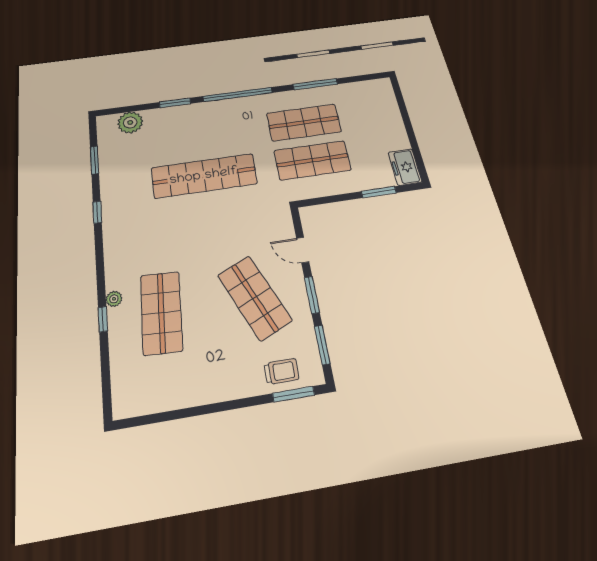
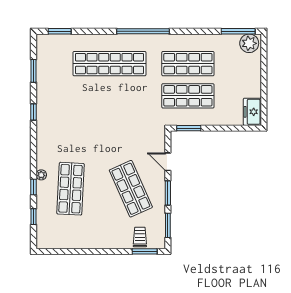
window: (315, 84) -> (238, 31), moved
window: (175, 103) -> (60, 31), moved
plant: (130, 122) -> (249, 43), moved
shop shelf: (204, 176) -> (109, 64), moved
window: (379, 192) -> (189, 128), moved
window: (105, 366) -> (33, 217), added
trolley: (281, 371) -> (140, 237), turned -90

